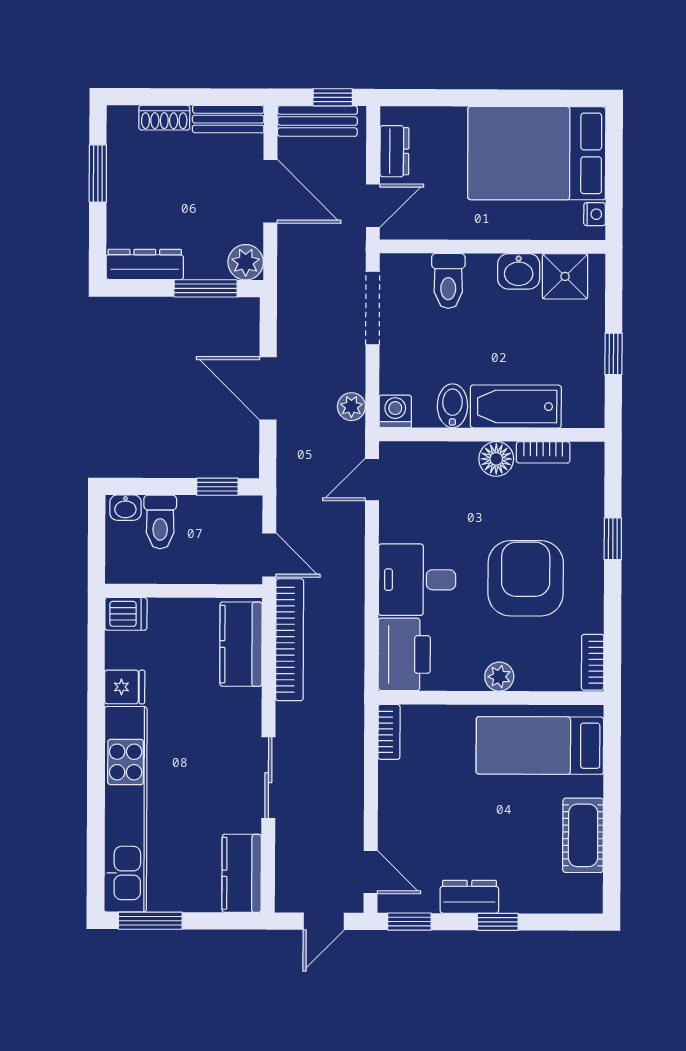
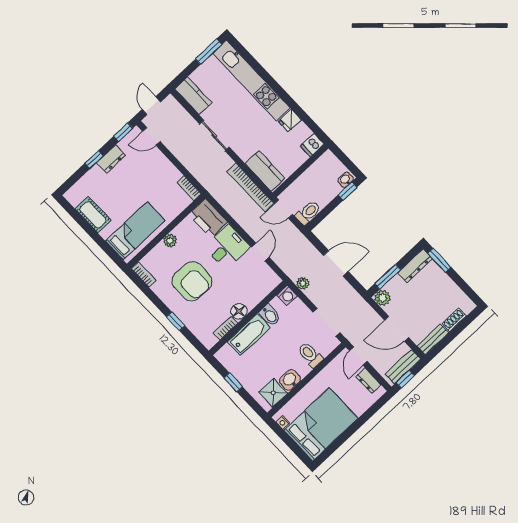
window: (98, 174) -> (439, 260), moved
door: (372, 480) -> (260, 252), moved
window: (217, 487) -> (347, 191), moved
toilet: (160, 522) -> (308, 213), moved, turned 90

